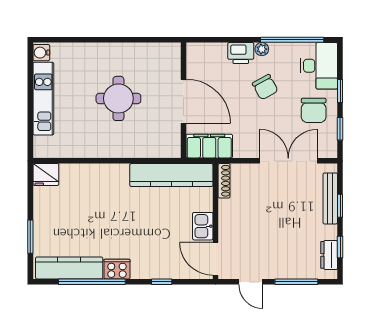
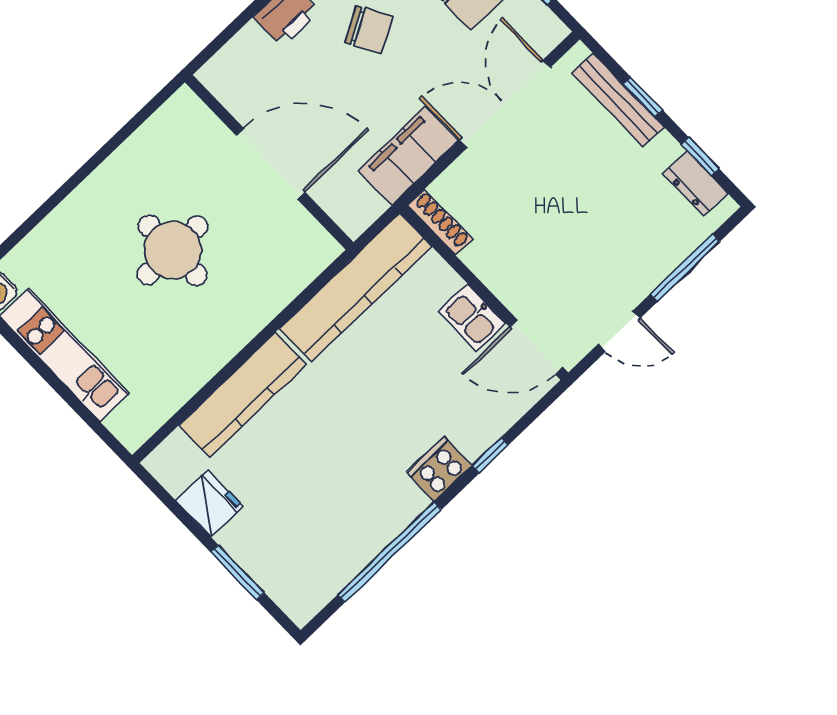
filing cabinet: (209, 146) -> (408, 156), moved
fridge: (46, 174) -> (209, 503), moved, turned -90
kitchen counter: (69, 268) -> (243, 395), moved, turned 180
cooker: (117, 269) -> (439, 469), moved

